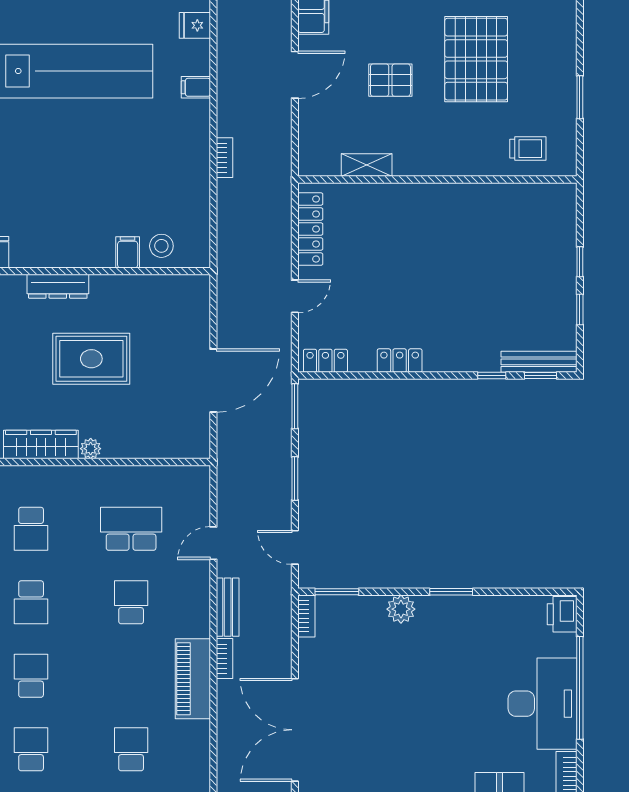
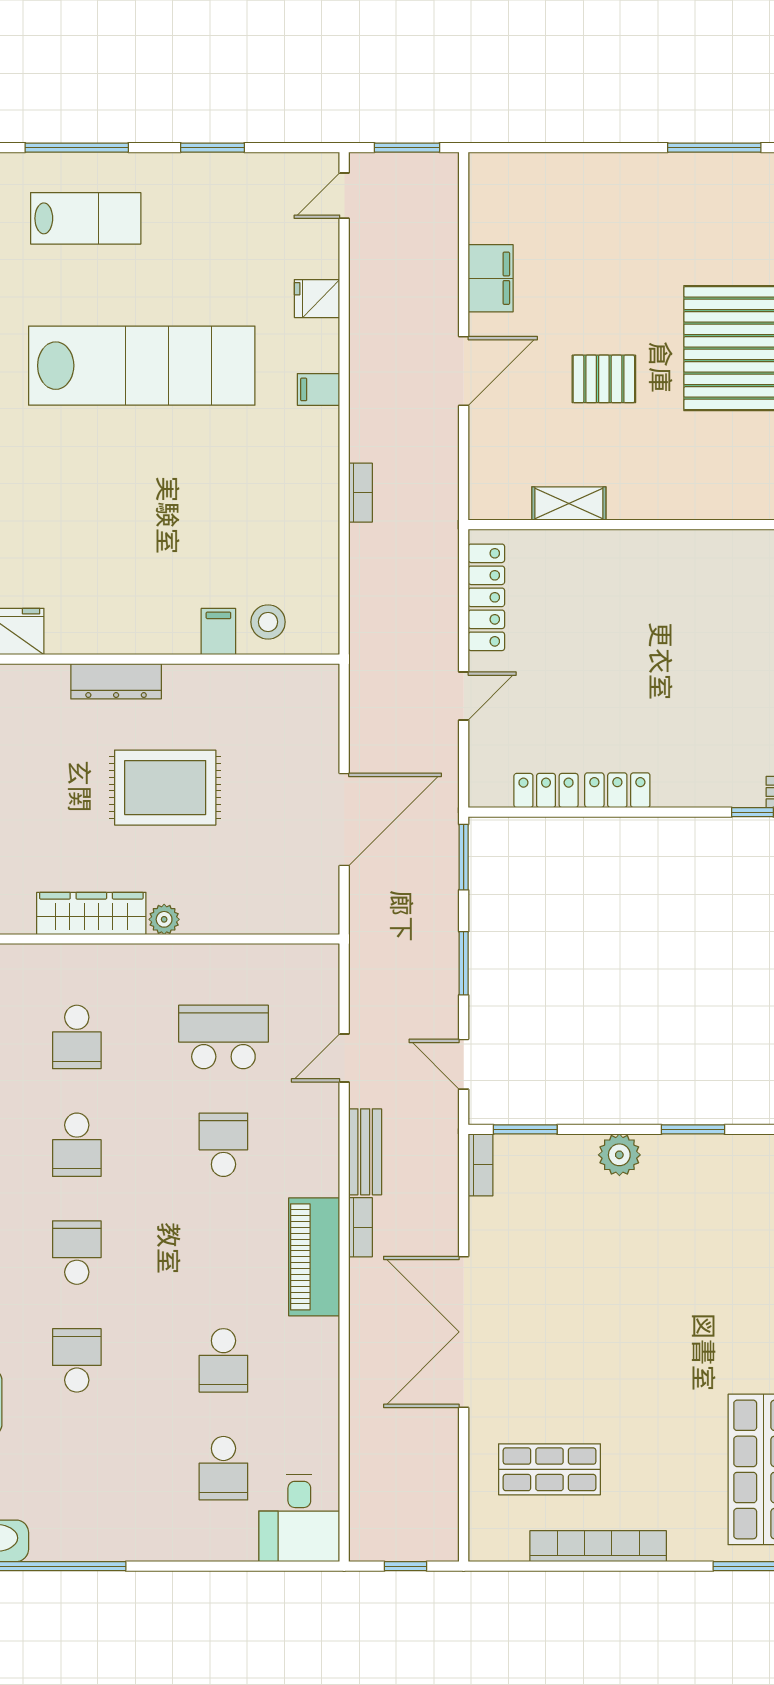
locker: (325, 361) -> (546, 790), moved
school desk: (131, 749) -> (223, 1360), turned 180

